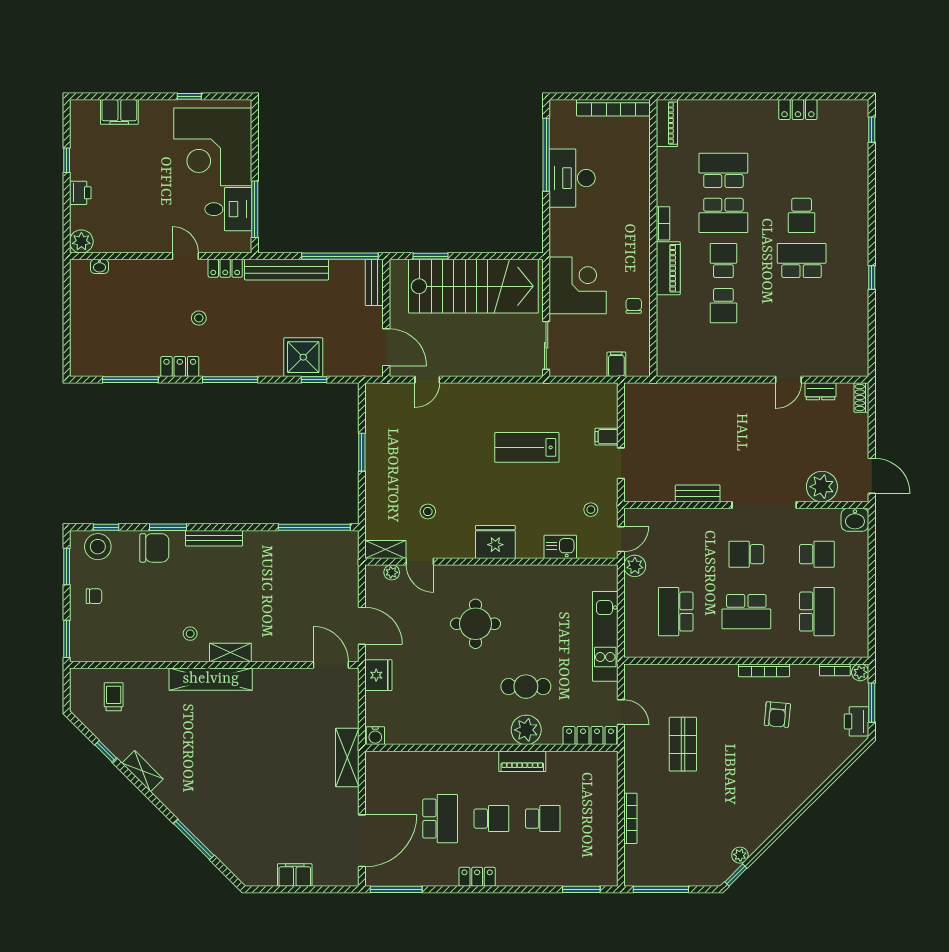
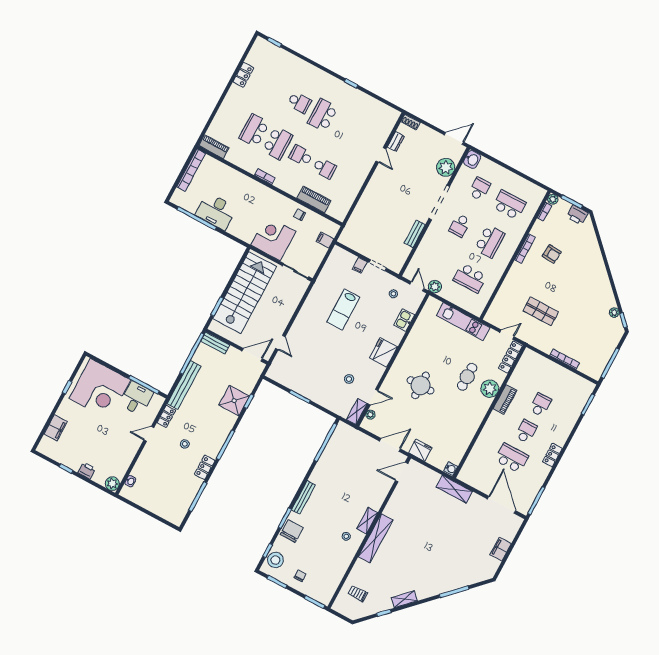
piano: (668, 268) -> (314, 199), moved

